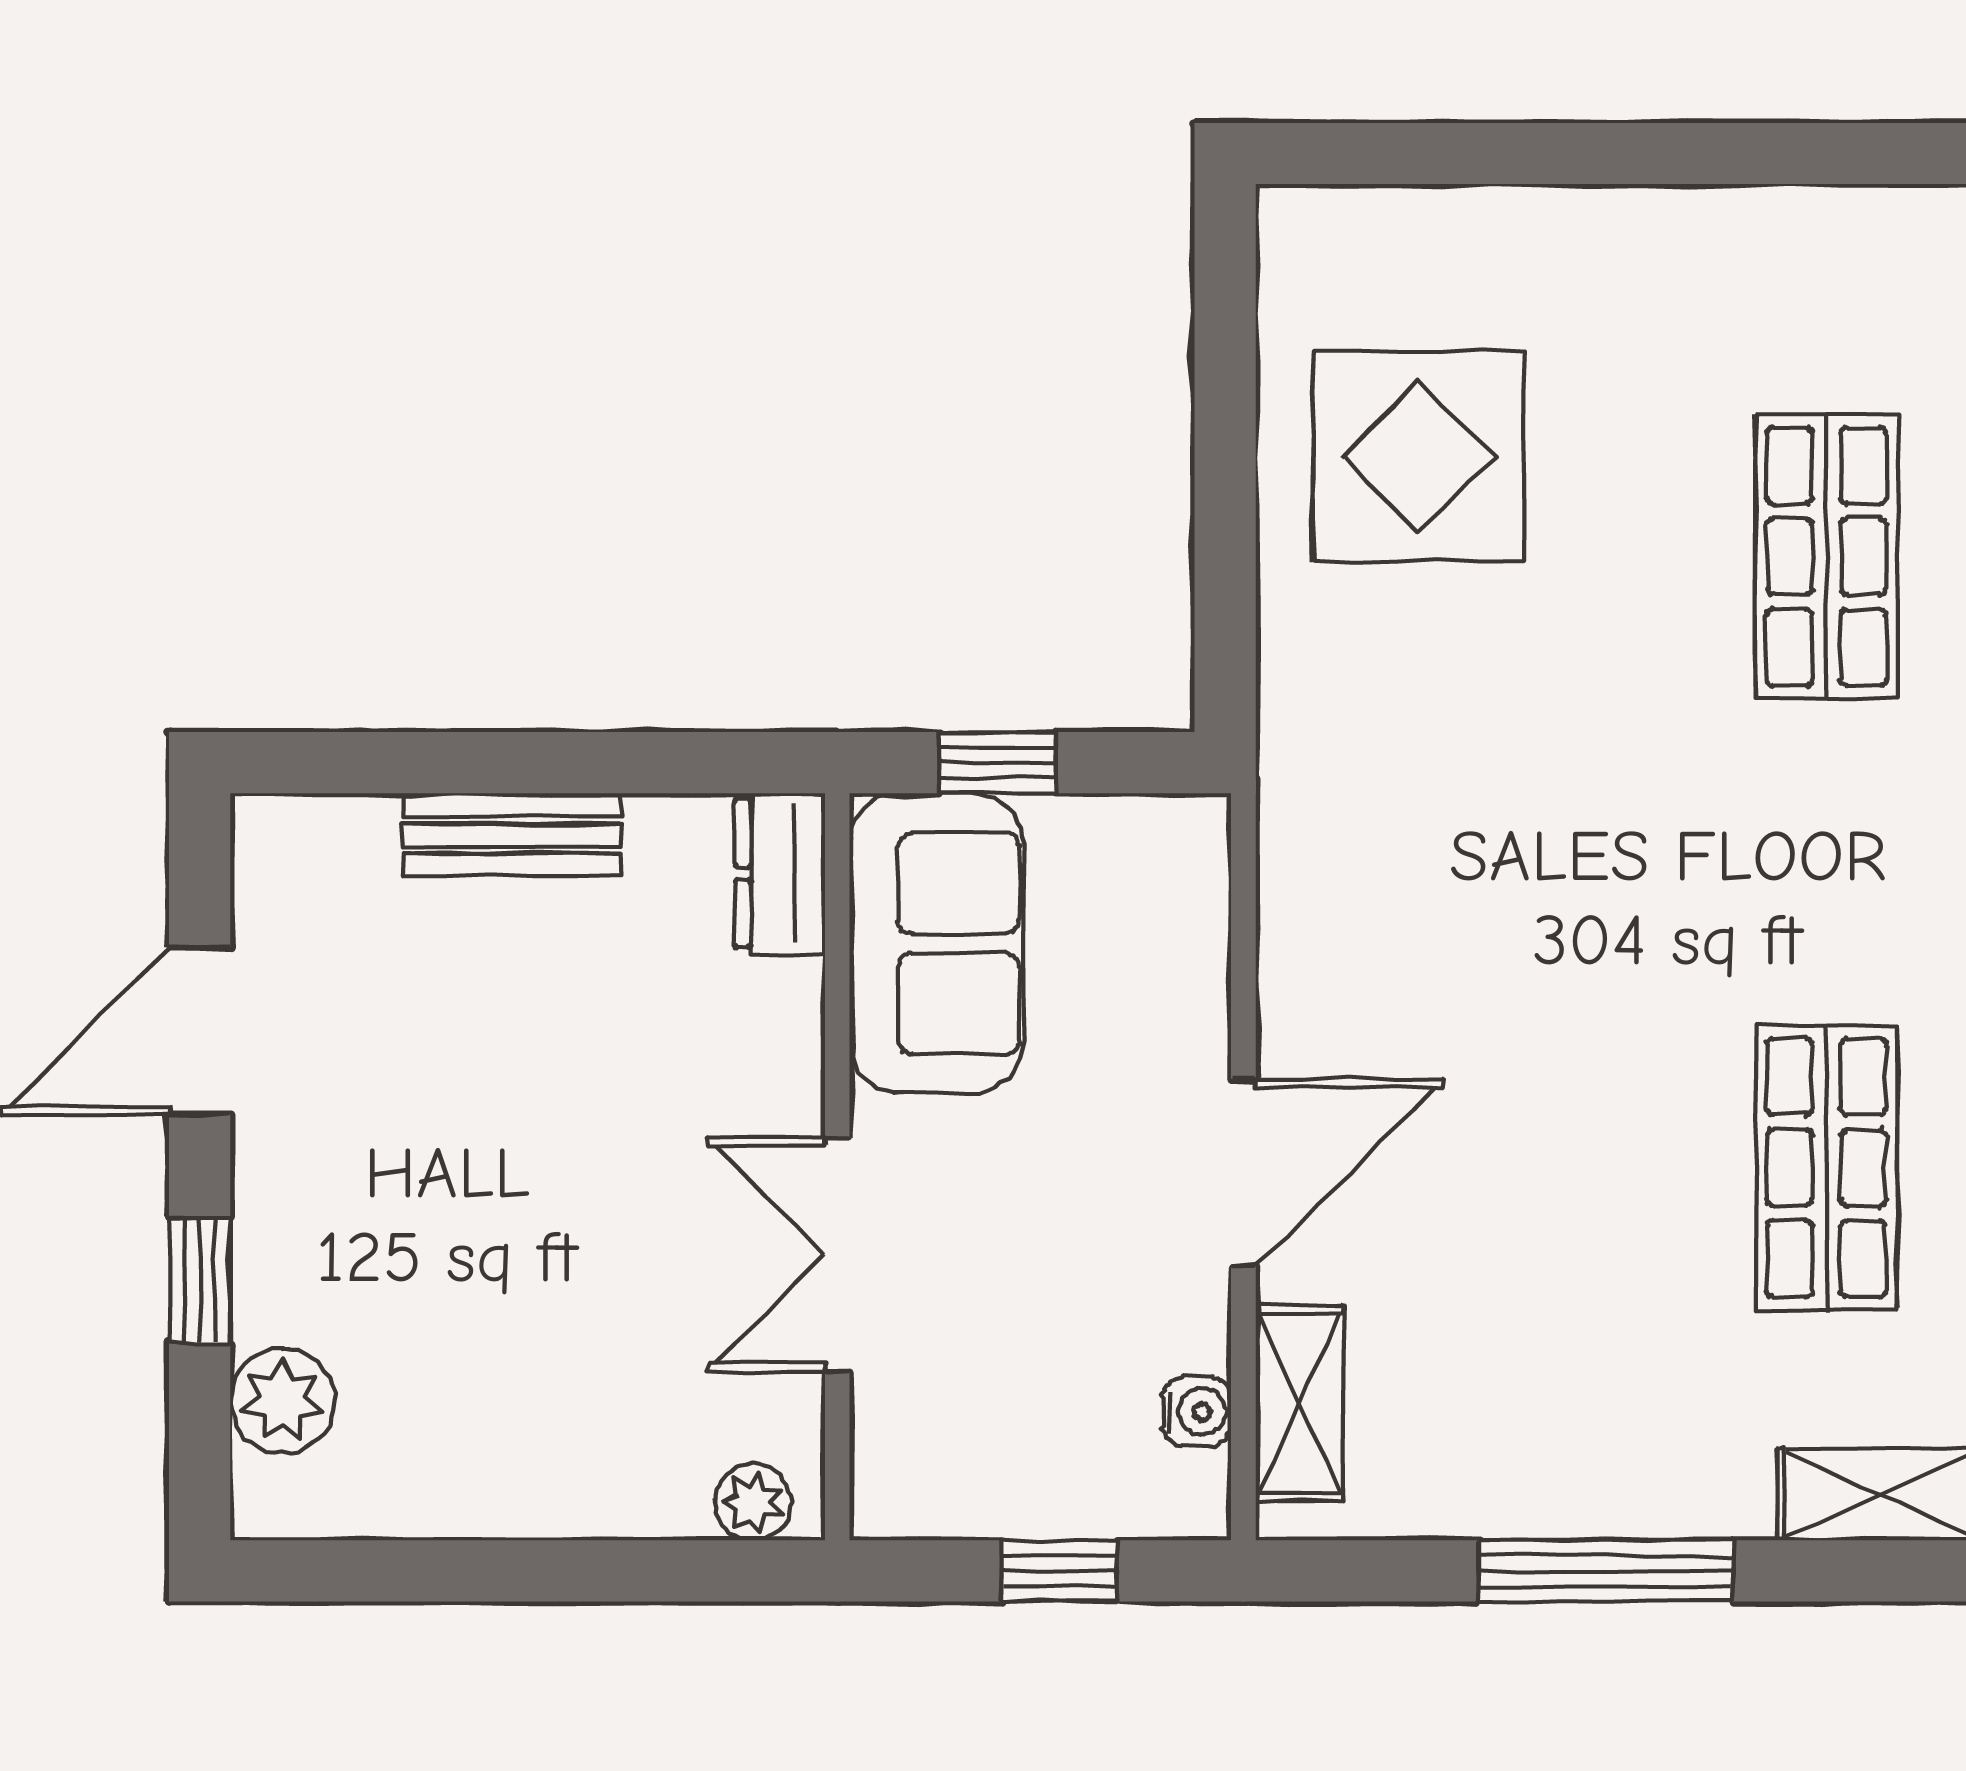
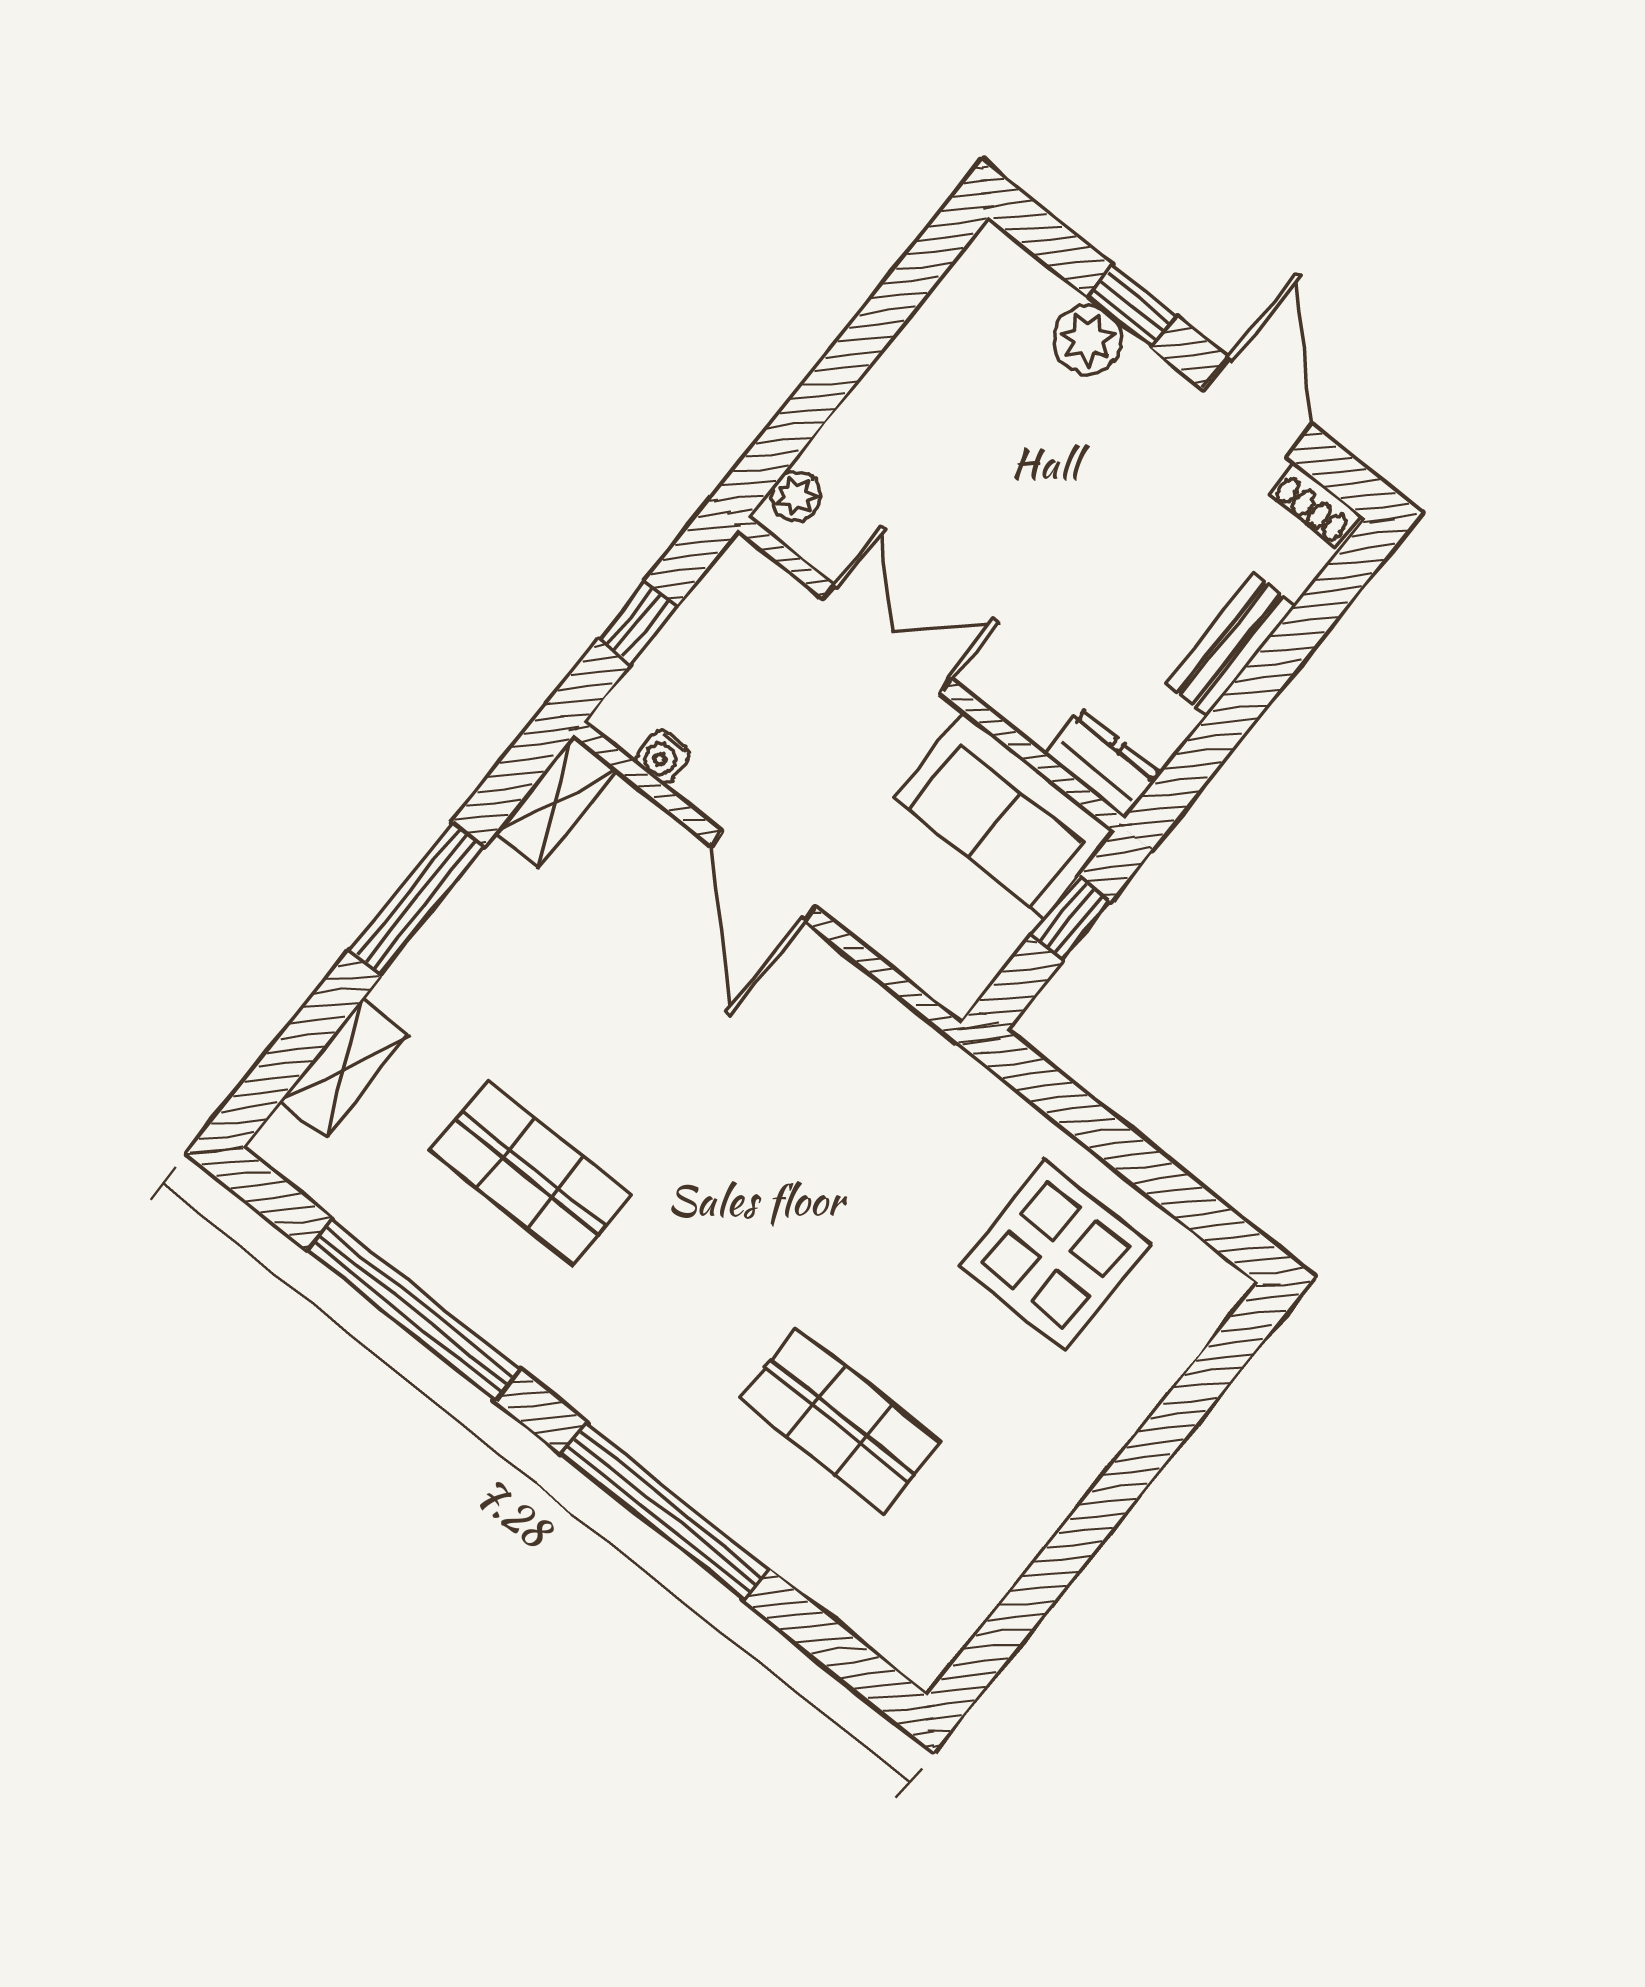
shoe rack: (262, 868) -> (1315, 505), added
plant: (282, 1401) -> (1088, 340), moved
shelving: (1299, 1403) -> (556, 801), moved, turned 90

